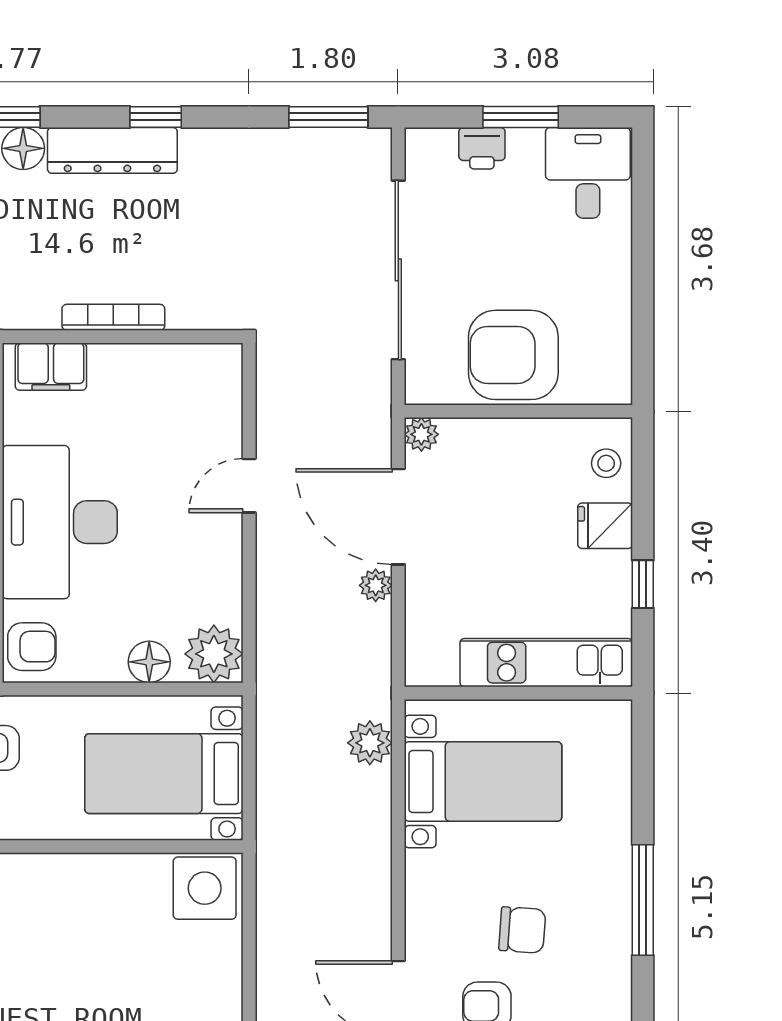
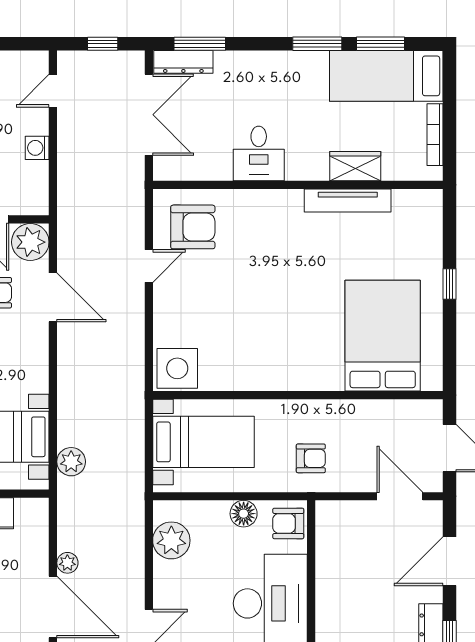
plant: (214, 654) -> (171, 540), moved
floor lamp: (149, 662) -> (244, 514), moved

